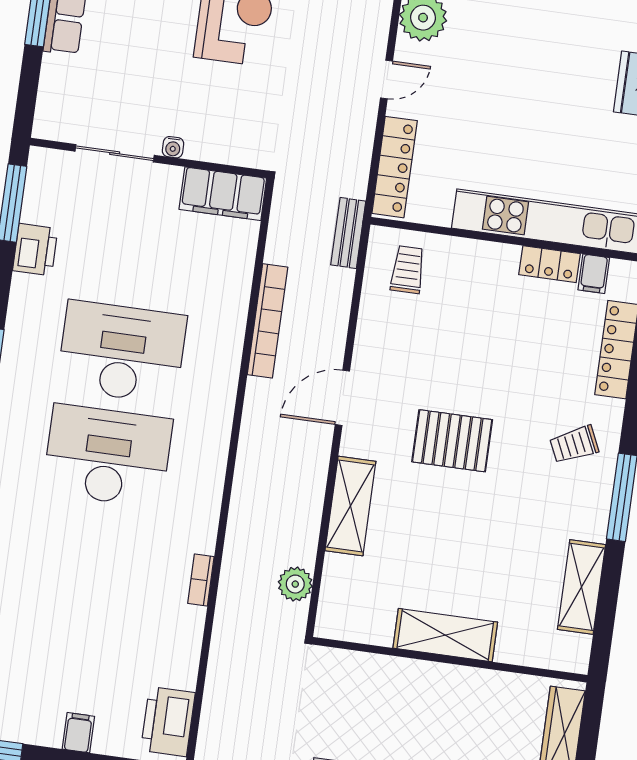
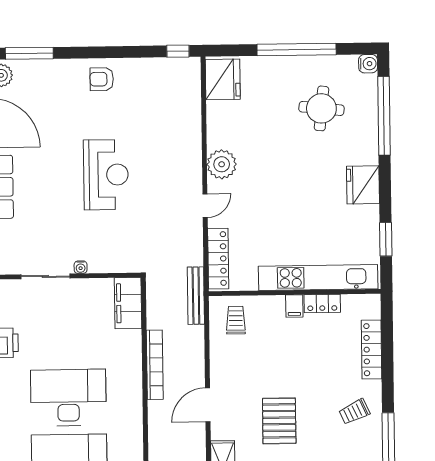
filing cabinet: (223, 194) -> (128, 303), moved, turned 90
bench: (348, 233) -> (196, 296), width x1.36
filing cabinet: (594, 274) -> (294, 306), moved
pallet: (452, 441) -> (279, 421), turned 90

